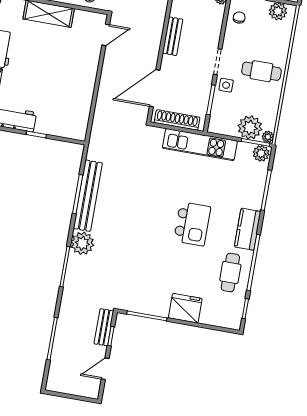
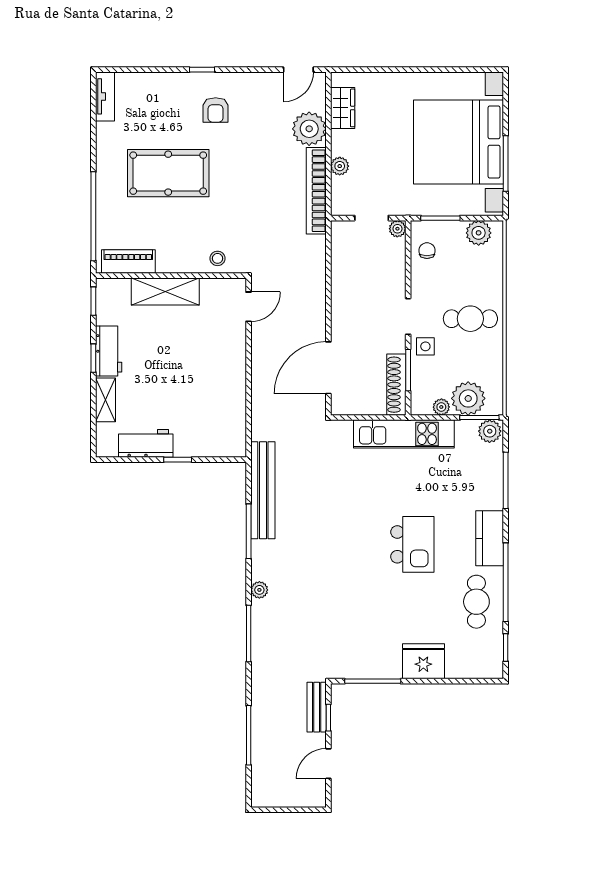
bench: (173, 36) -> (340, 292), removed
shoe rack: (177, 120) -> (396, 385), moved, turned -90
plant: (268, 137) -> (441, 407), moved
bench: (88, 196) -> (263, 490), moved
plant: (82, 243) -> (259, 590), width x0.53, depth x0.53

